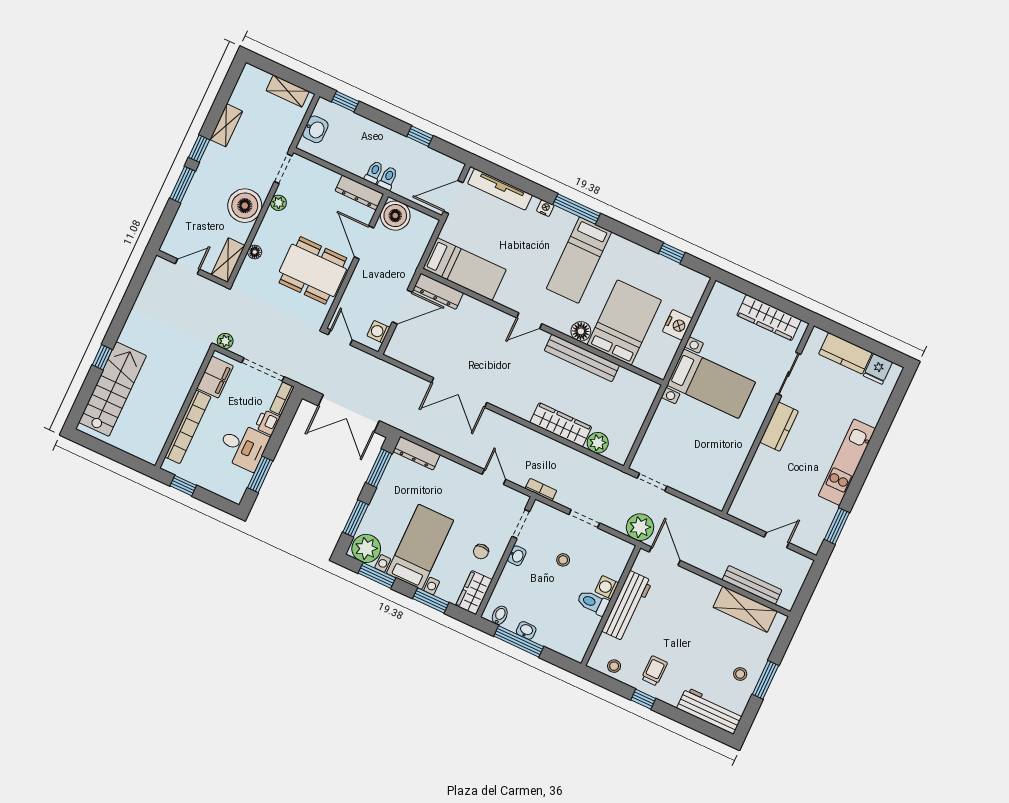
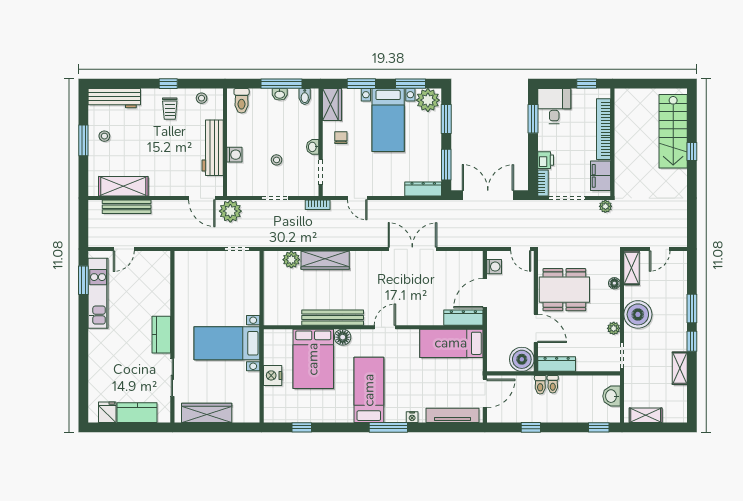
desk: (243, 446) -> (554, 106), moved, turned 90
kitchen unit: (847, 462) -> (98, 293), moved
toilet: (593, 603) -> (242, 101), moved, turned 90

